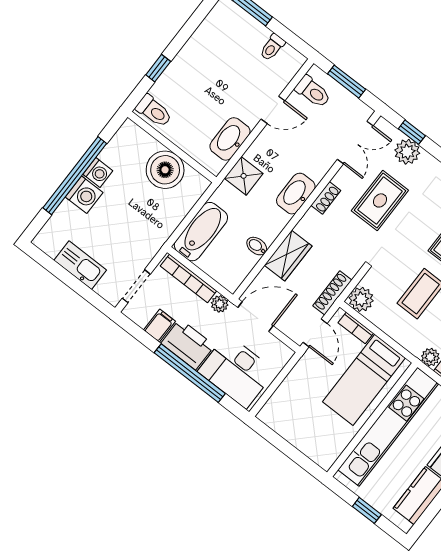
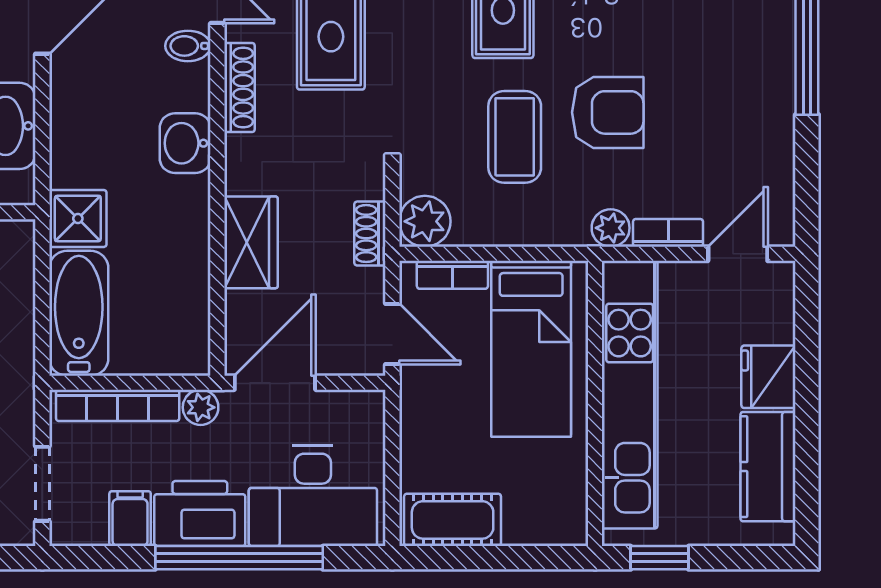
shower: (244, 176) -> (78, 218), moved
washbasin: (296, 194) -> (185, 143), width x0.72
shoe rack: (326, 198) -> (239, 88), width x1.43
bidet: (257, 246) -> (188, 46), moved
shoe rack: (332, 293) -> (370, 234), width x0.70
cot: (283, 422) -> (453, 520), added
window: (367, 510) -> (660, 558), moved

